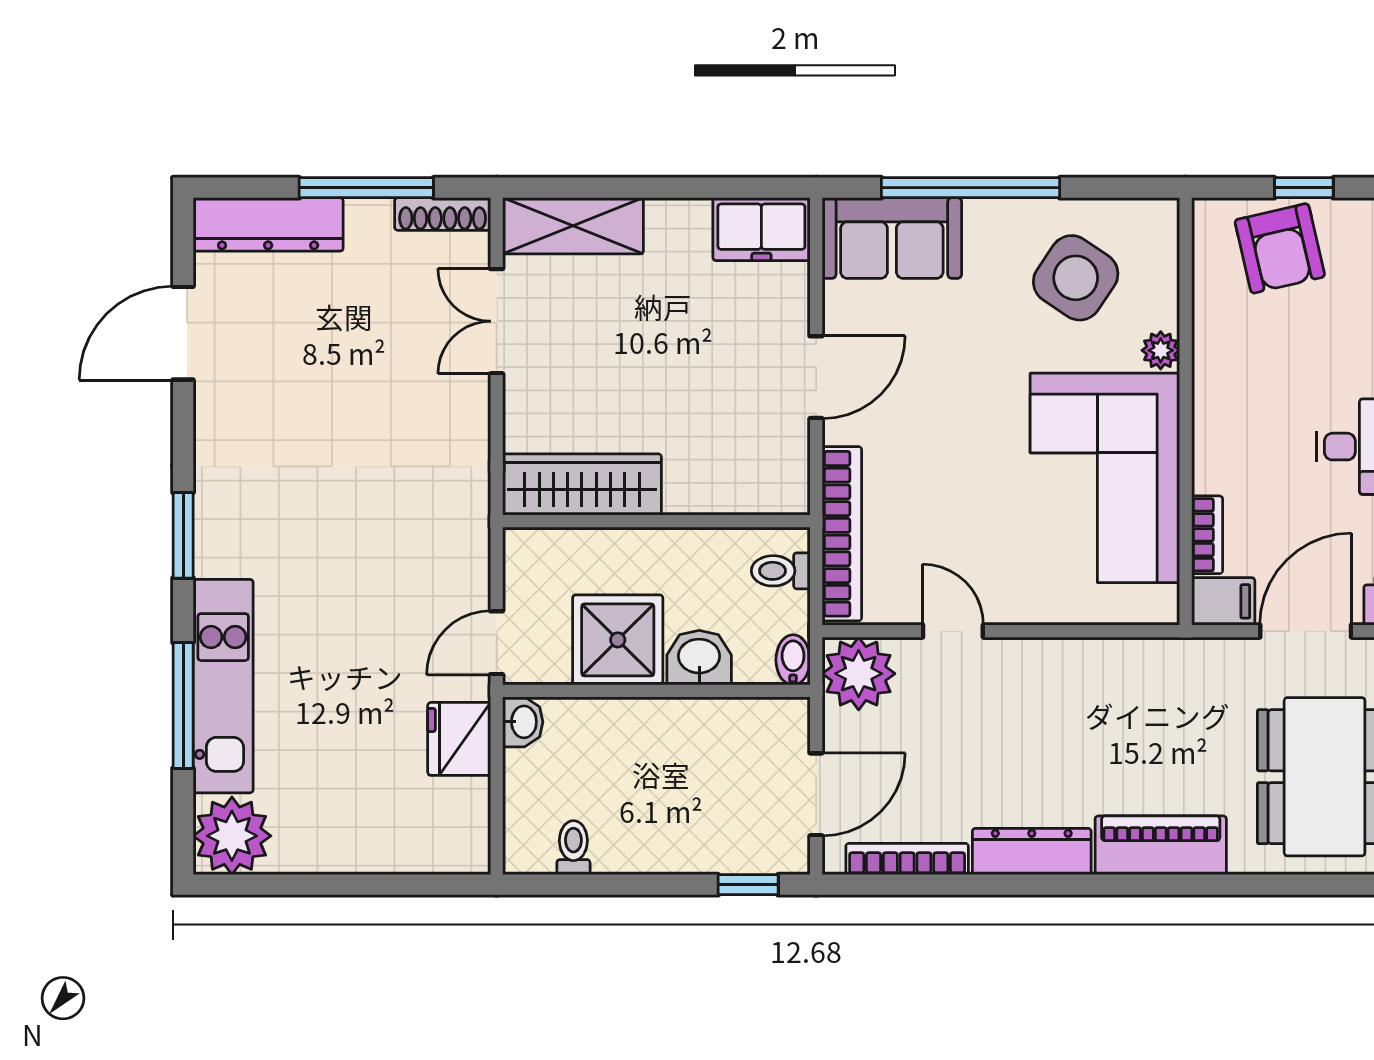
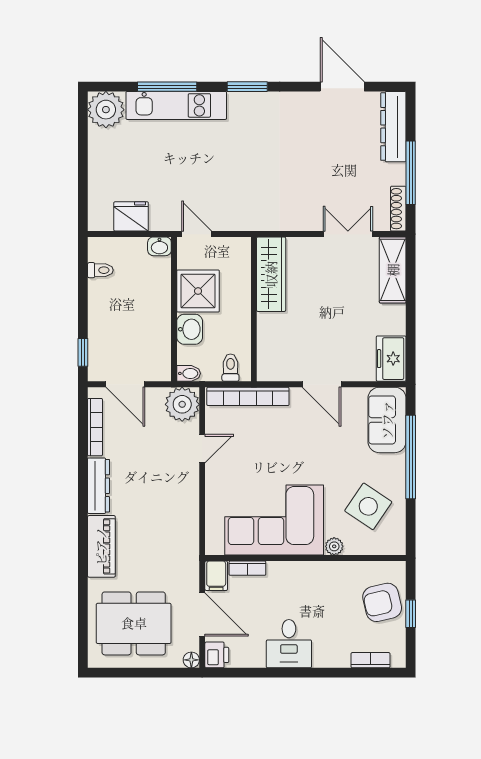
fridge: (459, 739) -> (131, 216), moved

